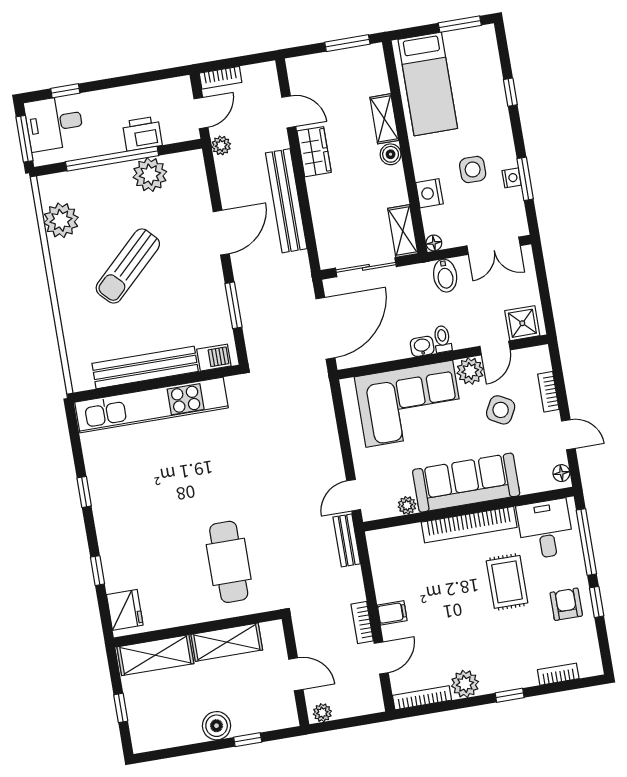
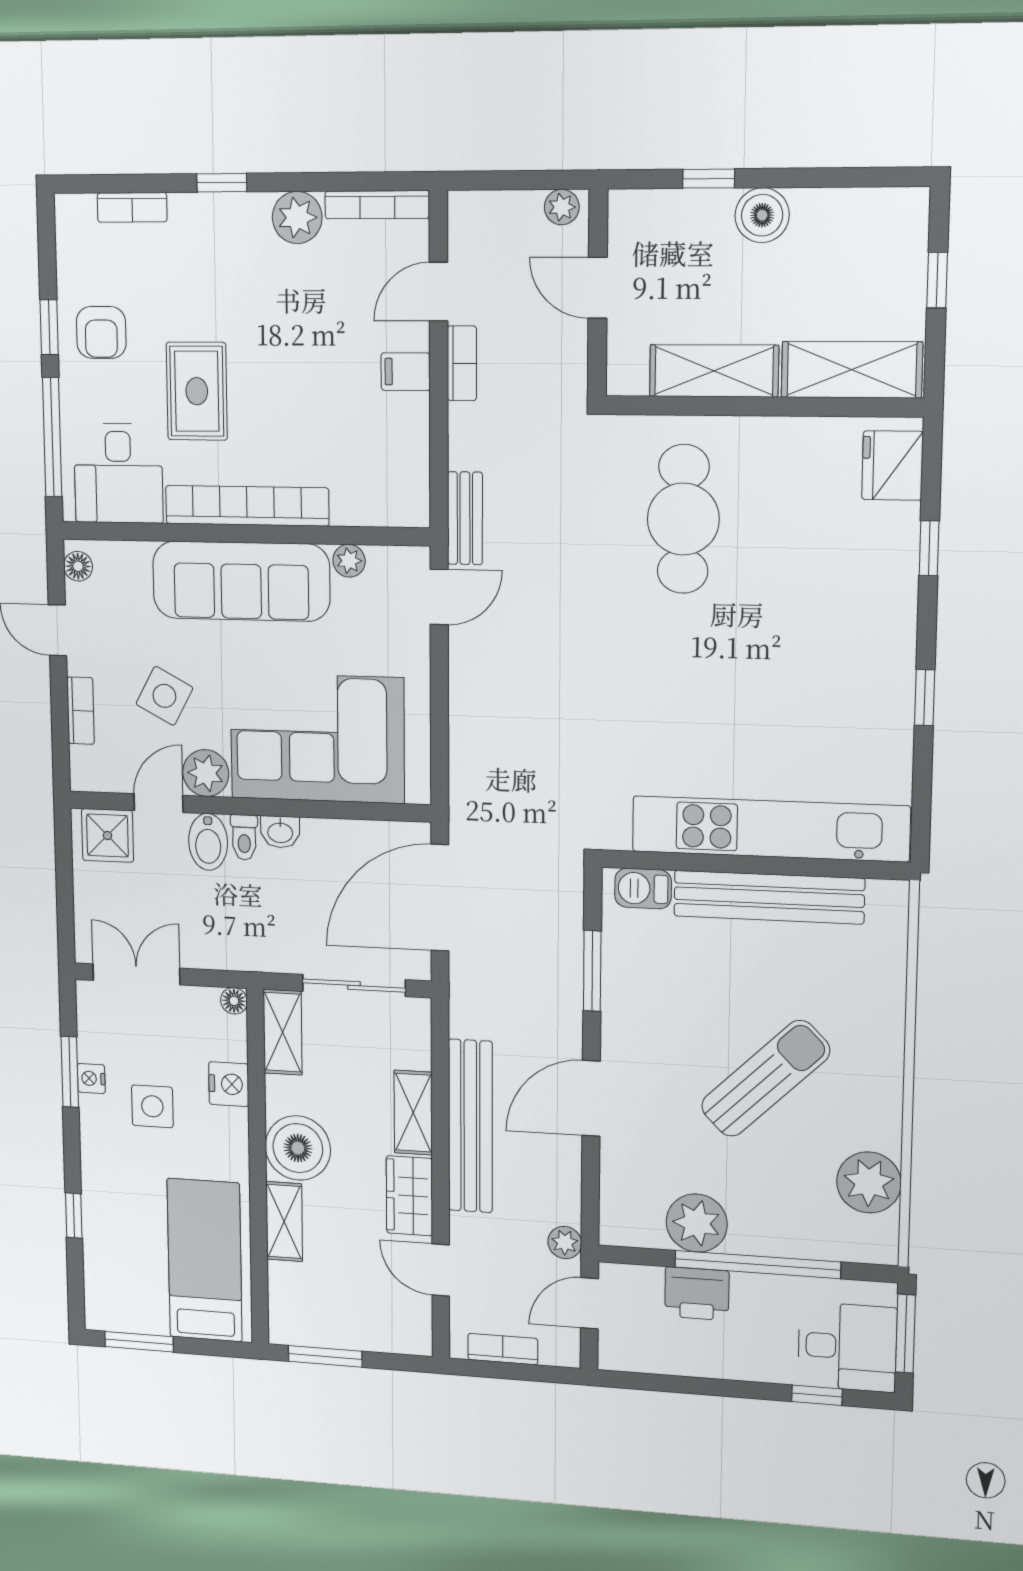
bookcase: (221, 78) -> (503, 1349), moved
boiler: (391, 154) -> (298, 1148), width x1.86, depth x1.86
shelving: (320, 201) -> (413, 1113), added
bidet: (445, 276) -> (208, 842), moved, turned 180

